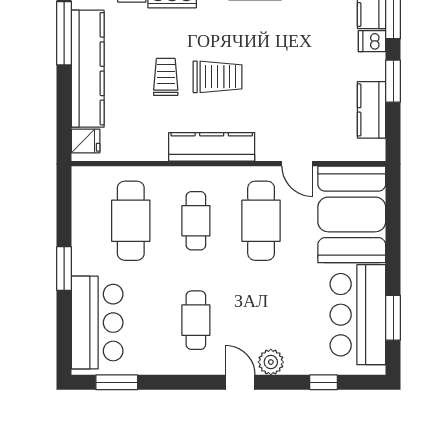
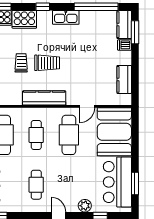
window: (393, 81) -> (135, 65), removed
door: (297, 164) -> (87, 106), hinge flipped
plant: (271, 362) -> (85, 206), moved

